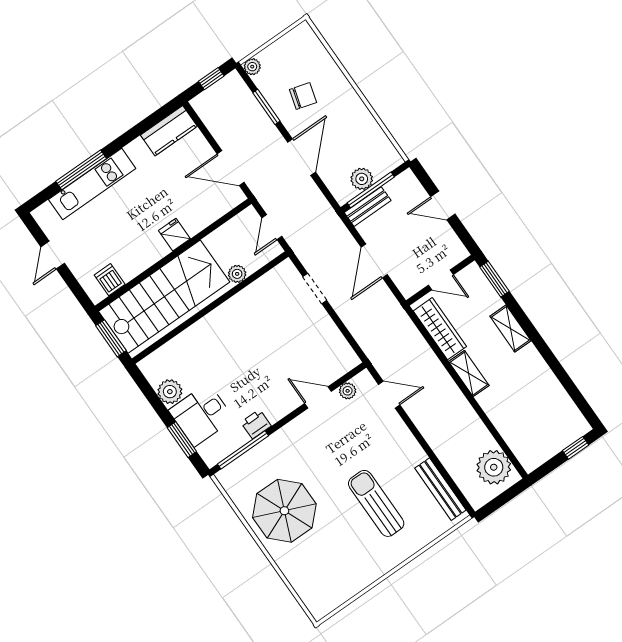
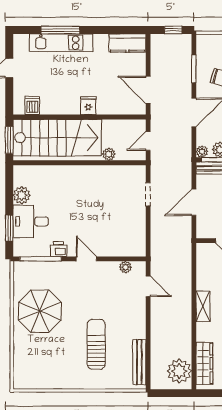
plant: (252, 67) -> (202, 152), moved
wardrobe: (440, 329) -> (204, 363), moved
door: (318, 397) -> (86, 259), moved

